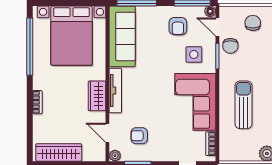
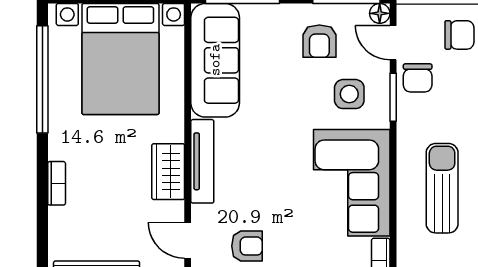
chair: (253, 23) -> (459, 35), turned 90
armchair: (139, 136) -> (247, 246), turned 180

